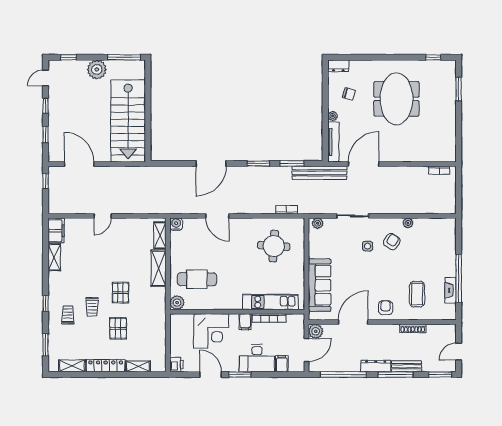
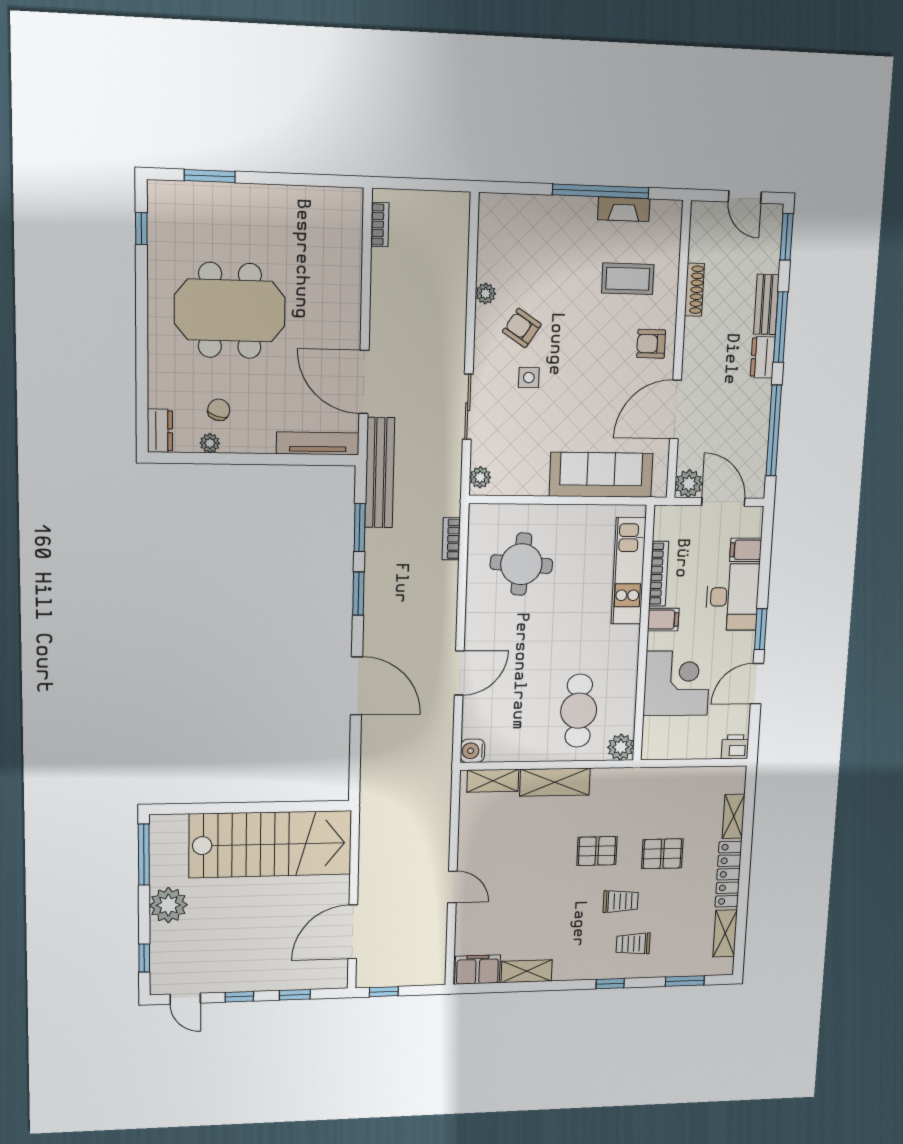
plant: (333, 116) -> (210, 443), moved
door: (353, 322) -> (675, 409), hinge flipped
dresser: (376, 366) -> (763, 357), width x0.70

